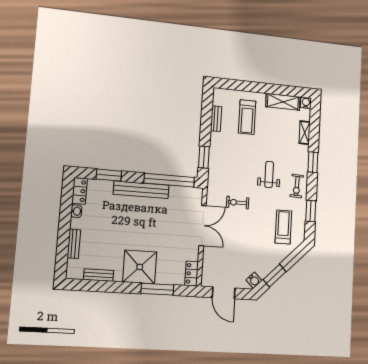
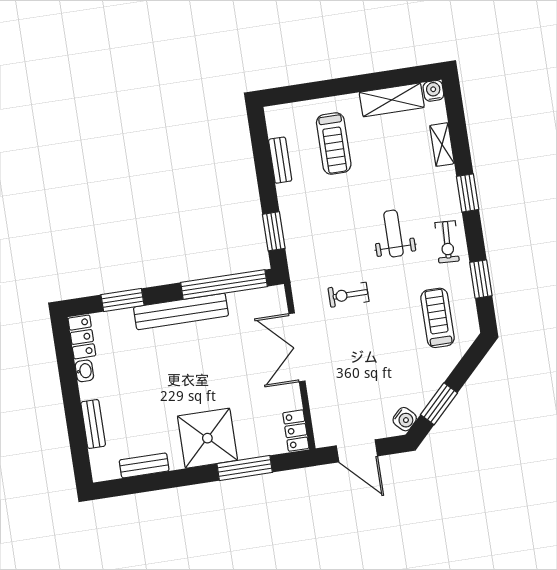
double door: (203, 226) -> (297, 347), swing flipped

